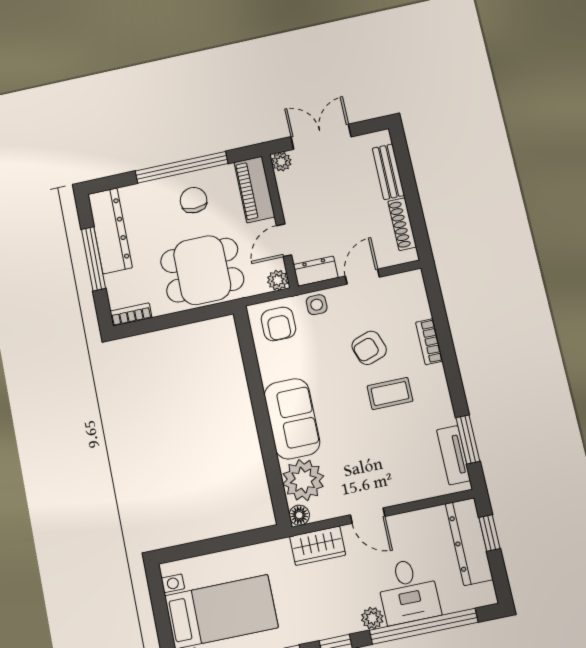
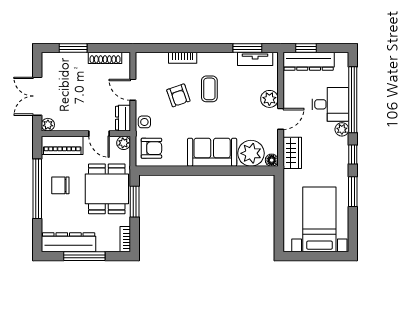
bench: (388, 172) -> (70, 59), removed
window: (406, 174) -> (73, 48), added
window: (191, 316) -> (135, 202), added
plant: (395, 491) -> (269, 99), added

